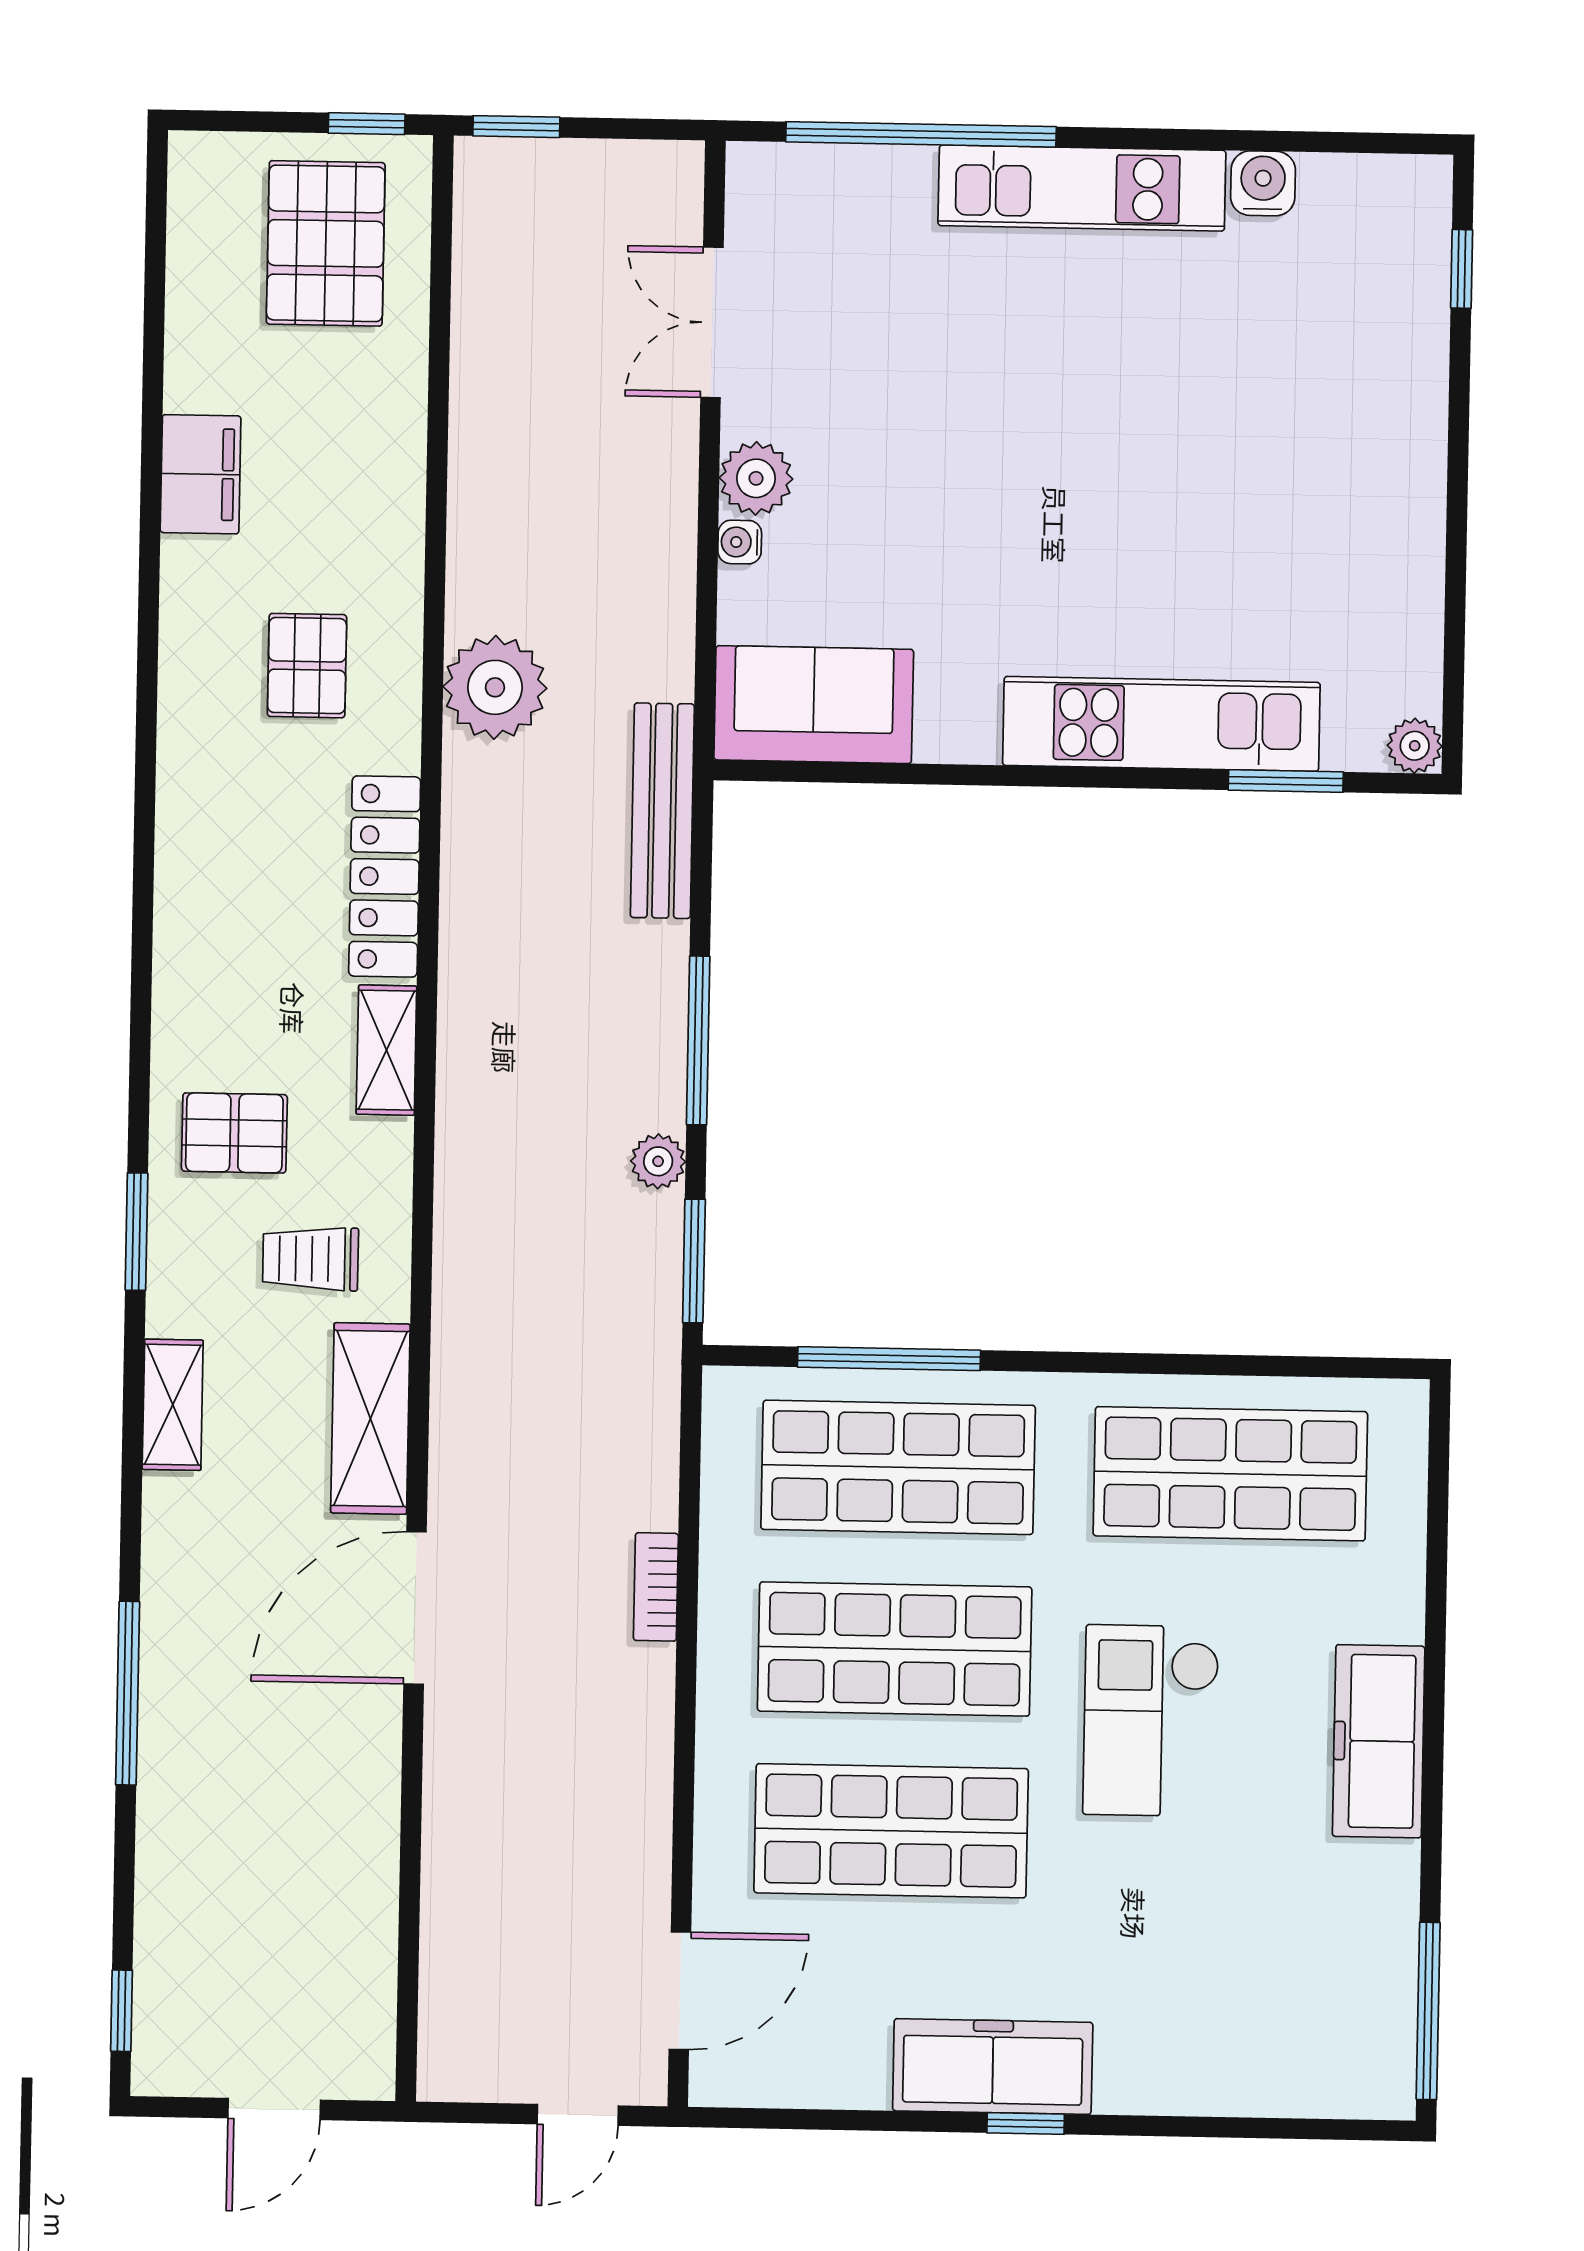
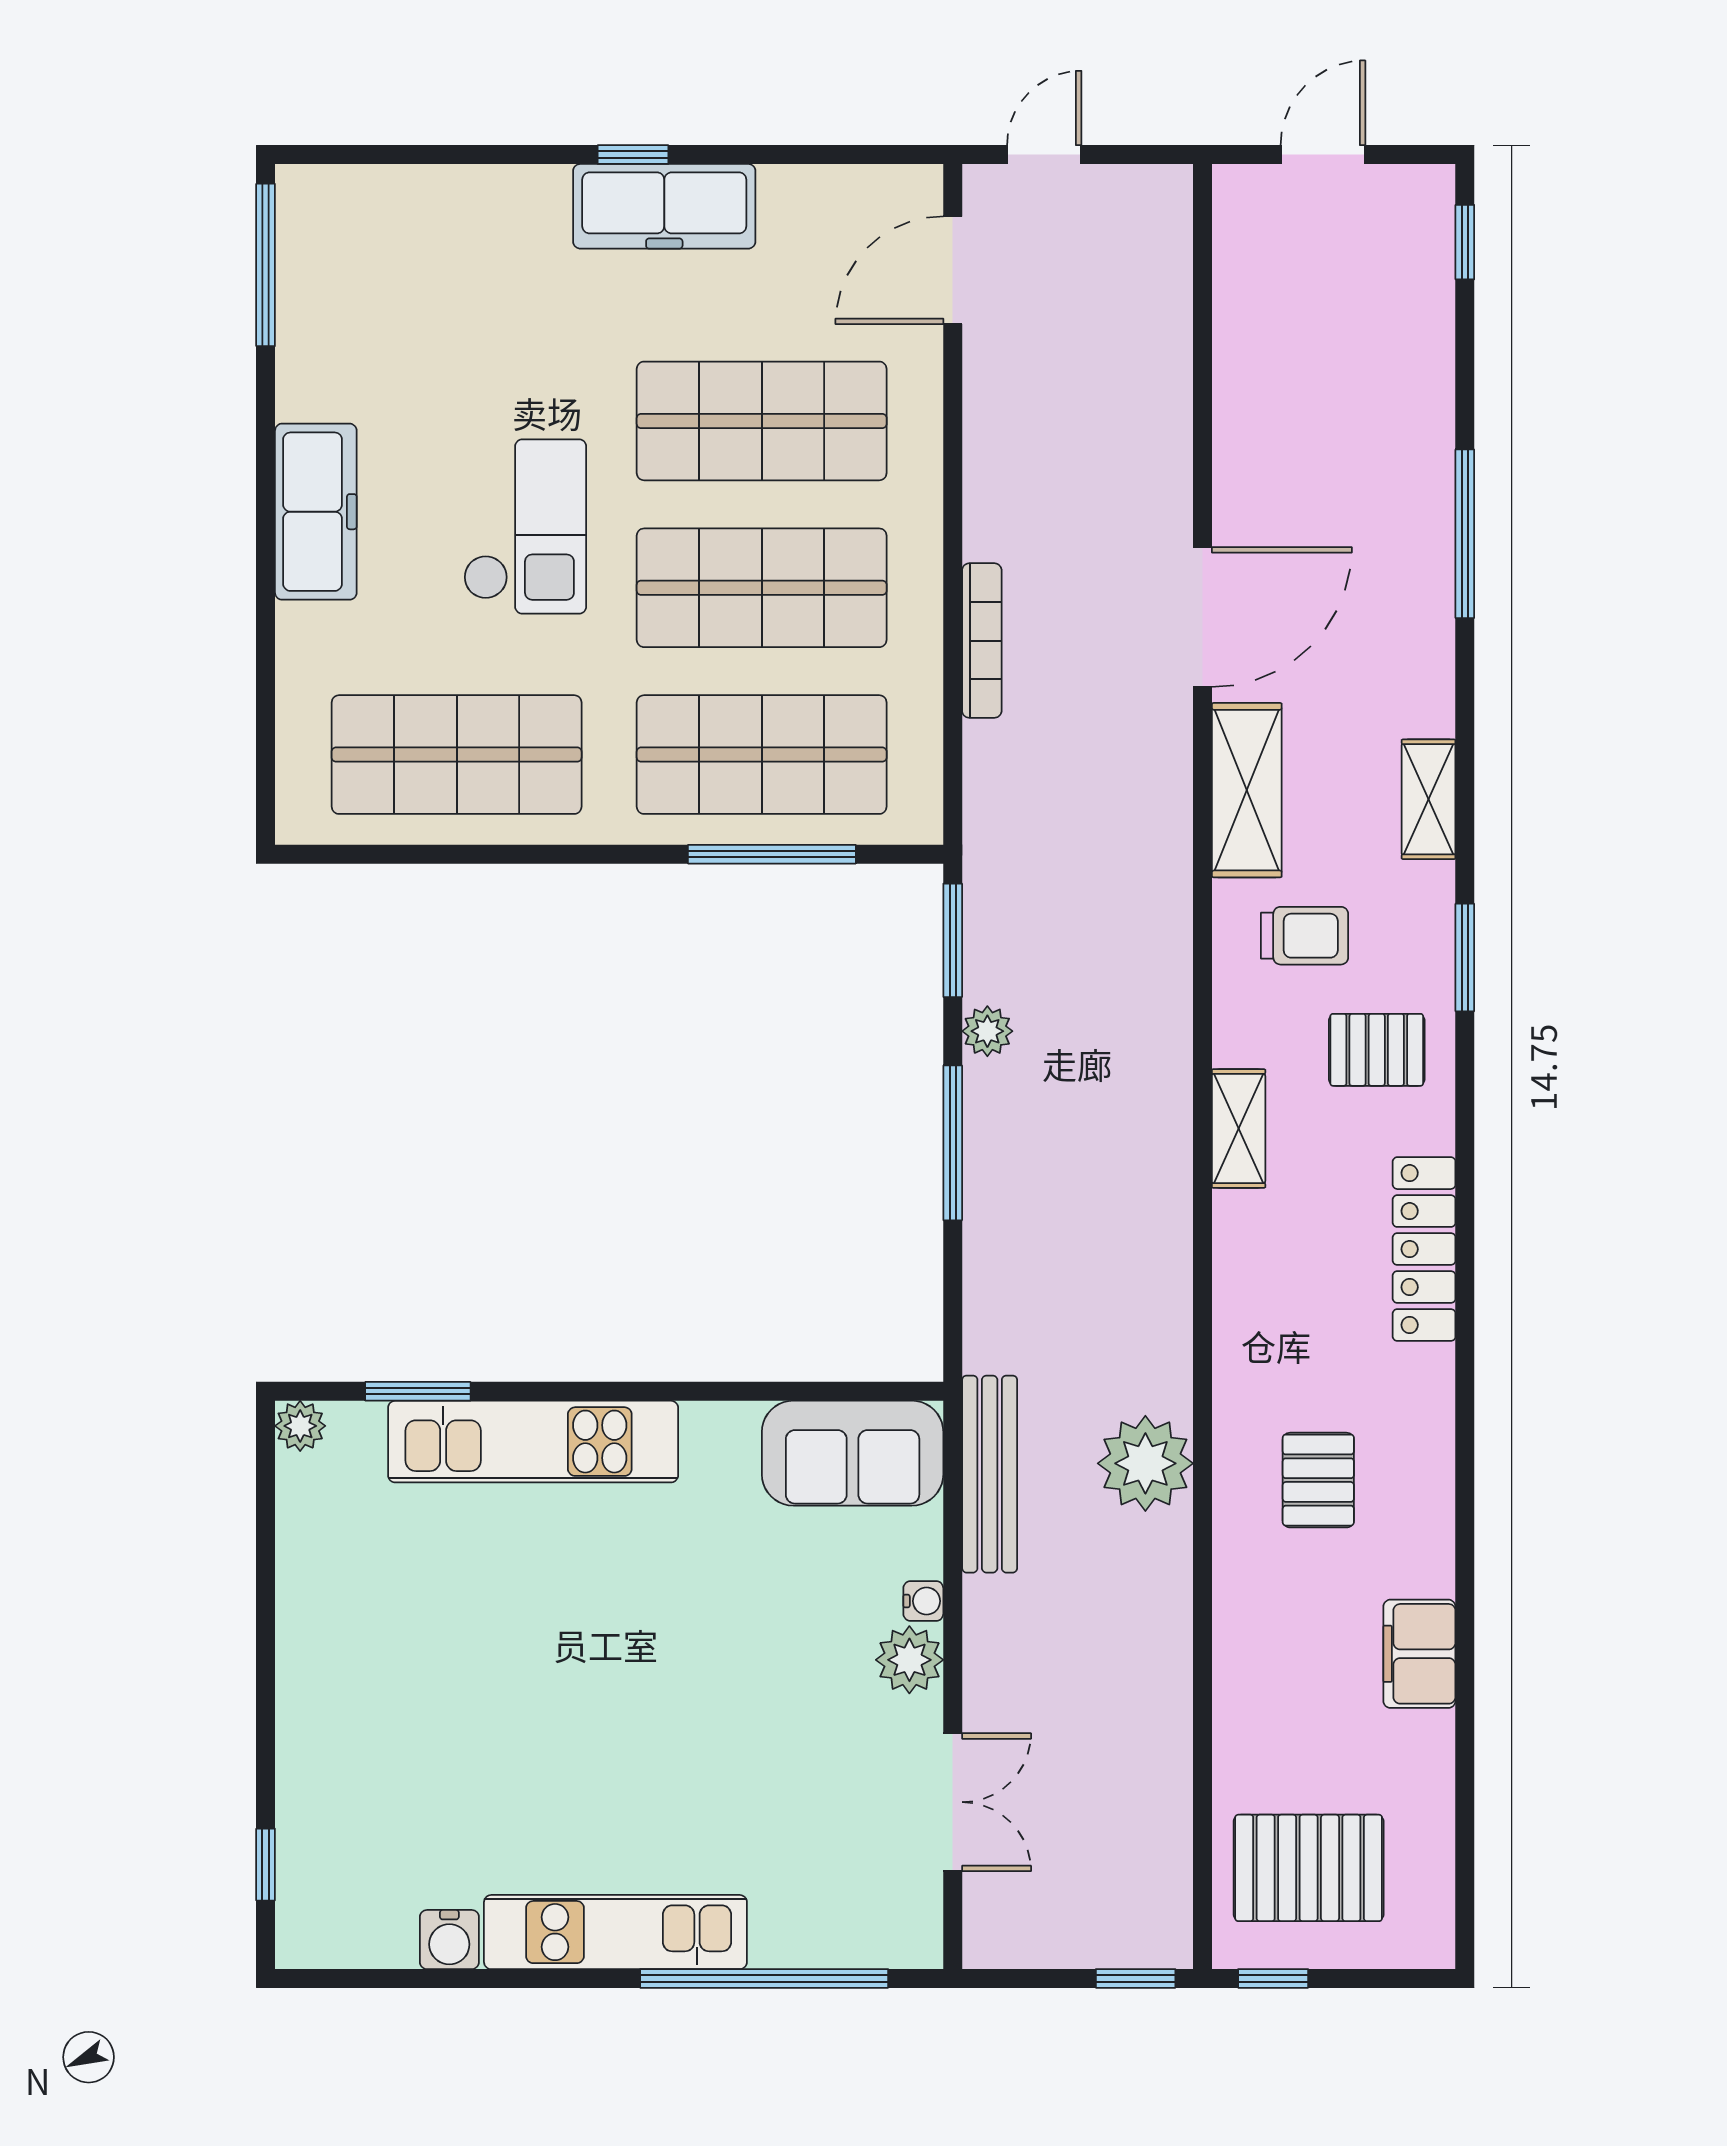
pallet: (326, 243) -> (1309, 1868), turned 90
bench: (662, 811) -> (990, 1474), moved
locker: (385, 877) -> (1424, 1249), moved, turned 180
bookcase: (656, 1587) -> (982, 641), width x1.56

